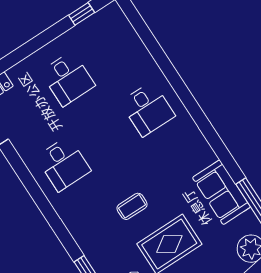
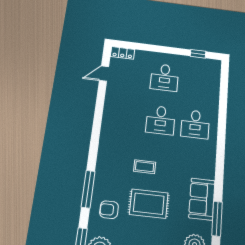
desk: (63, 164) -> (161, 120), moved

